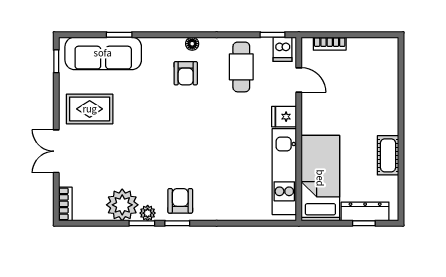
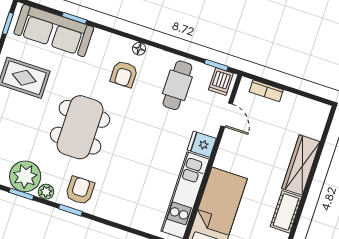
wardrobe: (387, 105) -> (301, 165), added
dining table: (160, 139) -> (80, 127), added
window: (142, 223) -> (21, 194), moved

